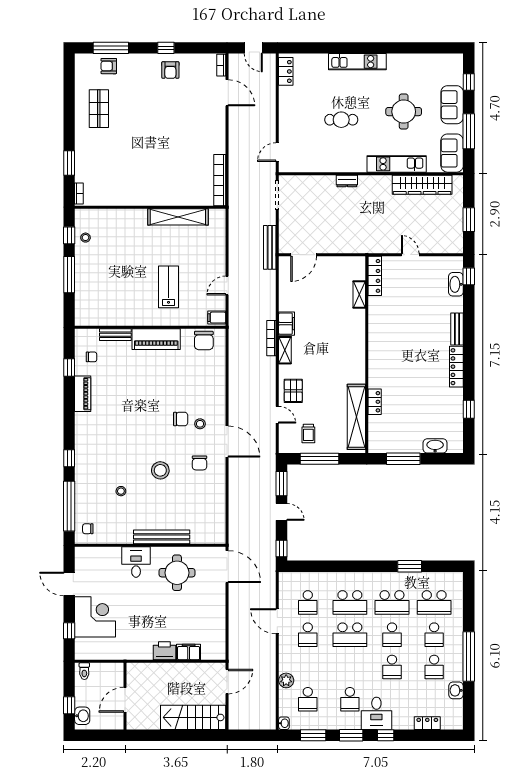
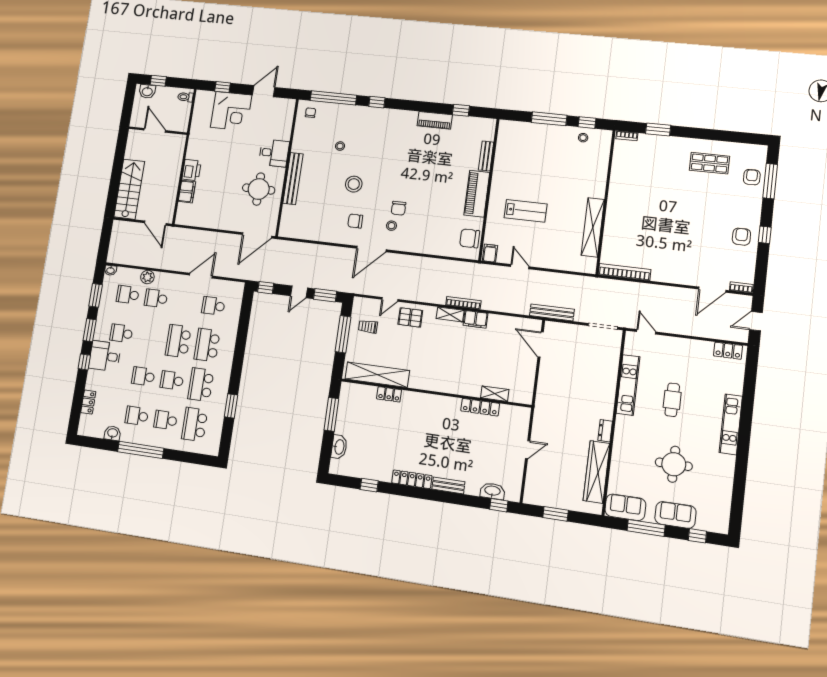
armchair: (170, 70) -> (741, 237), turned 90
kitchen unit: (397, 164) -> (628, 385), moved
dresser: (347, 181) -> (605, 431), moved
locker: (375, 276) -> (480, 407), moved
chair: (92, 357) -> (468, 132), removed
school desk: (308, 635) -> (156, 298), moved

